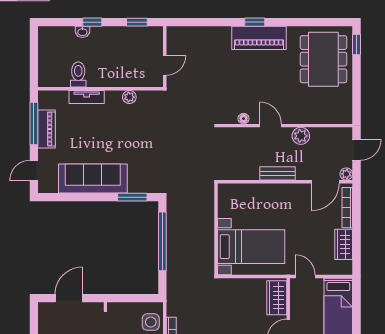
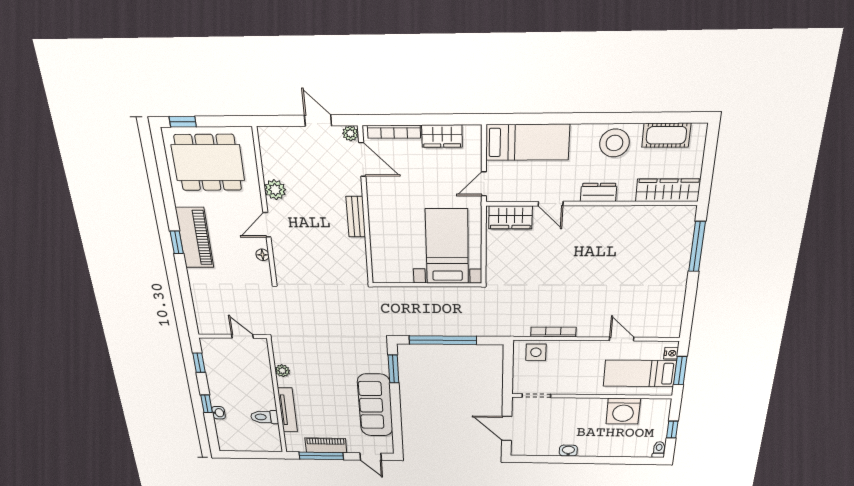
tv unit: (87, 97) -> (288, 410), width x1.41
floor lamp: (244, 119) -> (263, 255), moved
door: (270, 126) -> (267, 225), moved
wall: (285, 126) -> (265, 208), moved
plant: (301, 136) -> (275, 190), moved

